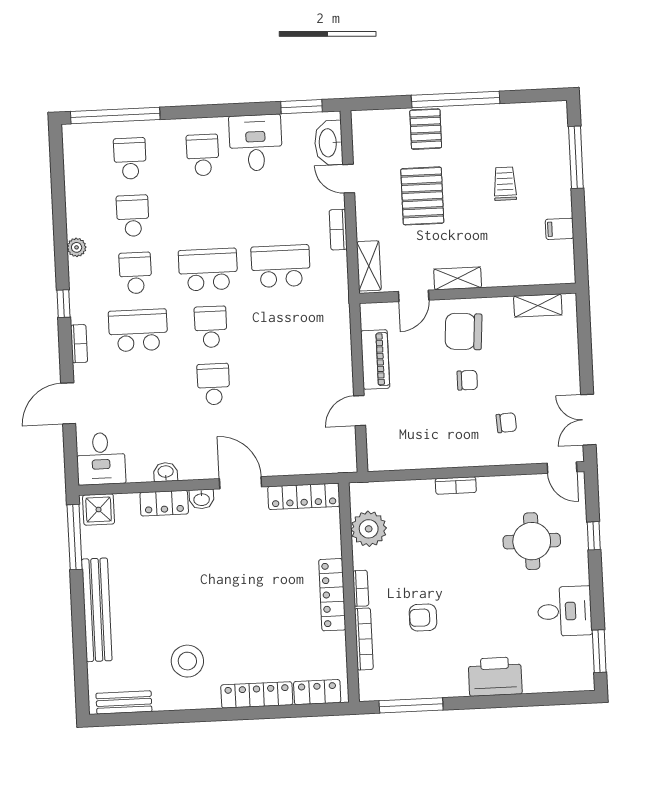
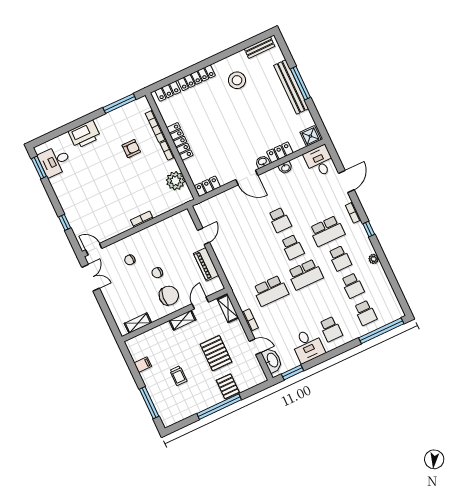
locker: (304, 496) -> (208, 186), width x0.66
window: (75, 537) -> (300, 83), moved
round table: (532, 541) -> (94, 207), removed
desk: (565, 611) -> (55, 161), moved

